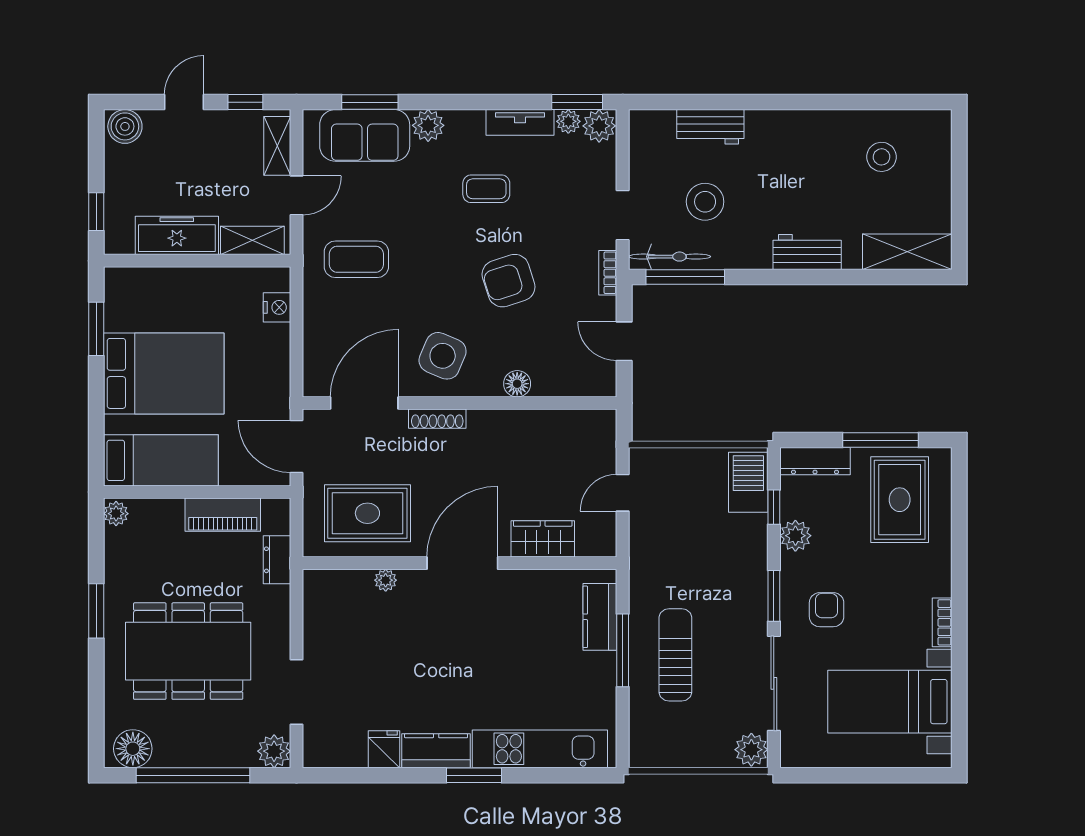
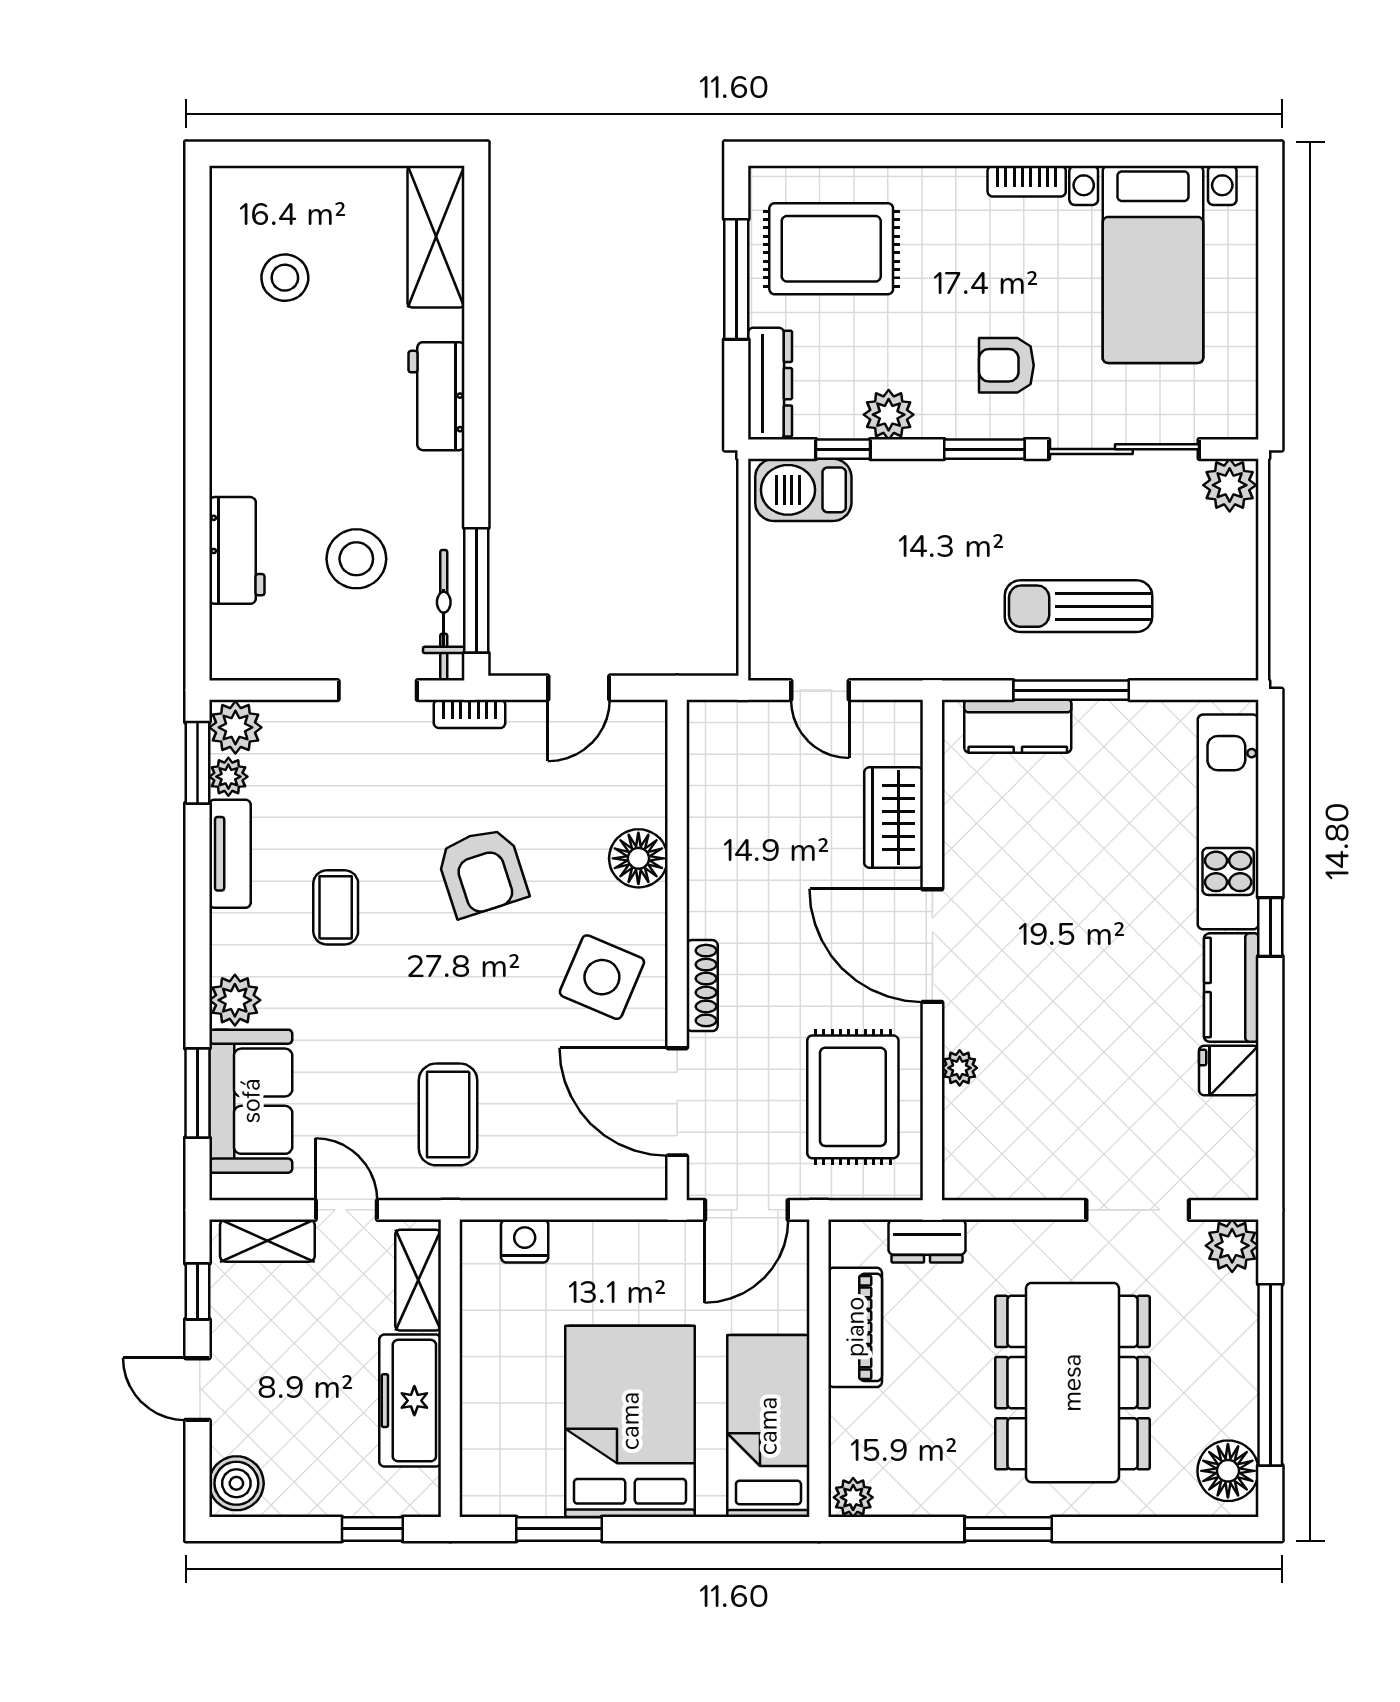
floor lamp: (517, 384) -> (638, 858), width x1.38, depth x1.38
window: (474, 775) -> (1270, 927), width x0.67

